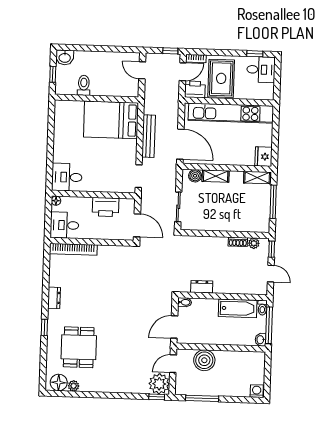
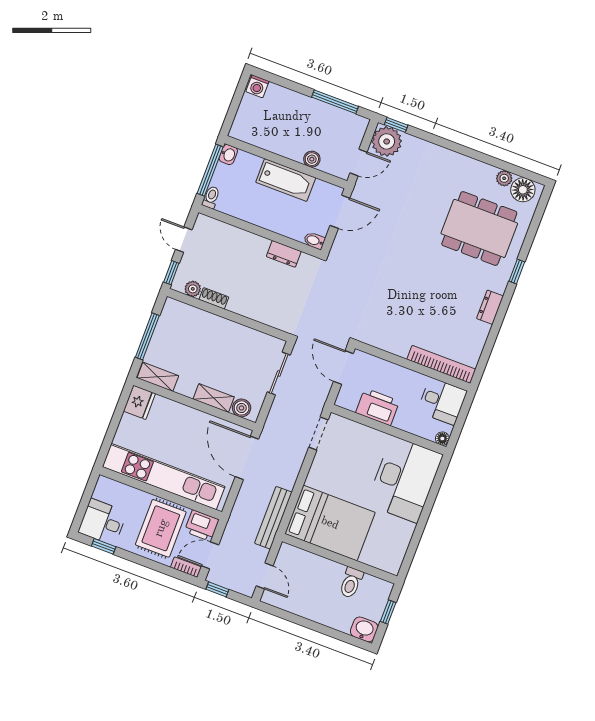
bench: (149, 136) -> (273, 518), moved
desk: (67, 177) -> (405, 479), width x1.87, depth x1.30
bathtub: (238, 308) -> (286, 180), moved, turned 180
dining table: (79, 347) -> (479, 228), width x1.38
boiler: (204, 360) -> (312, 159), width x0.54, depth x0.54

